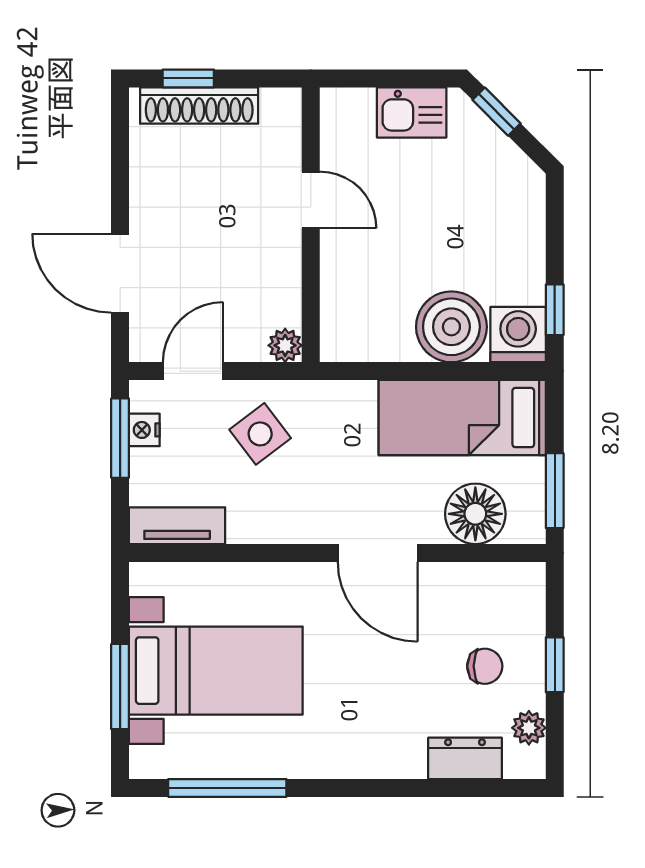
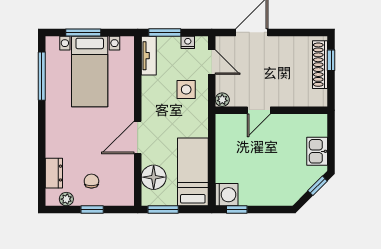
door: (311, 200) -> (259, 110), moved
boiler: (451, 327) -> (230, 167), removed
side table: (260, 434) -> (186, 90), turned 37
window: (120, 438) -> (165, 32), moved
chair: (485, 666) -> (91, 181), turned 180

